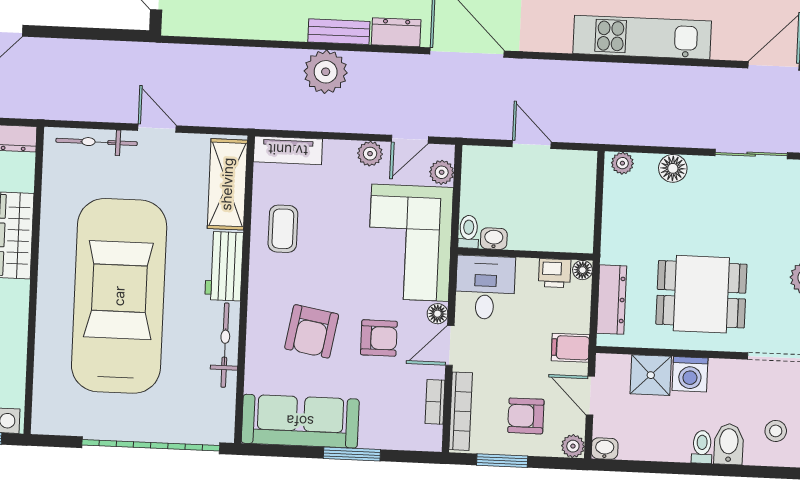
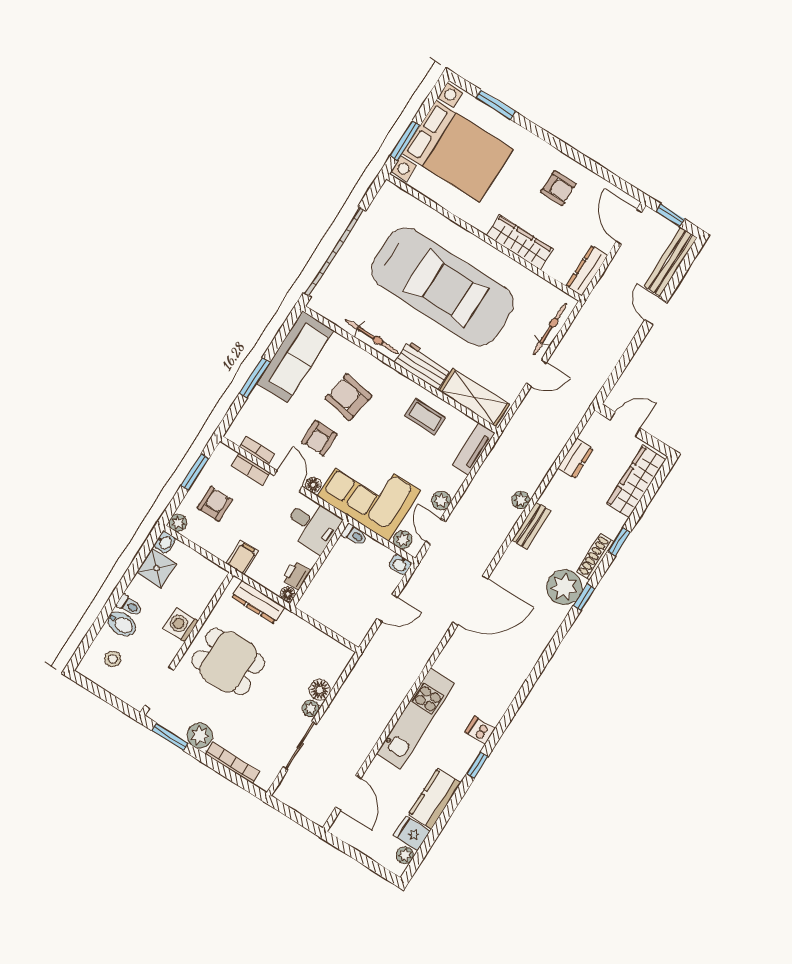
dresser: (396, 32) -> (575, 459), moved
plant: (326, 72) -> (521, 500), width x0.53, depth x0.53
plant: (622, 163) -> (311, 708), moved
washbasin: (494, 239) -> (400, 564), moved, turned 90
dining table: (701, 294) -> (228, 662), turned 90
shower: (651, 375) -> (156, 568), moved
door: (590, 396) -> (204, 553), removed
bookcase: (461, 411) -> (251, 469), width x0.64

